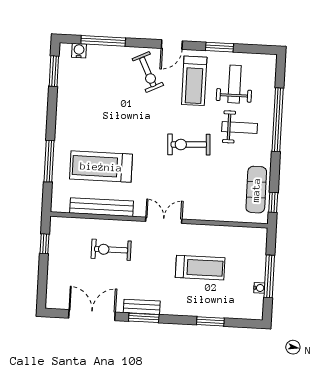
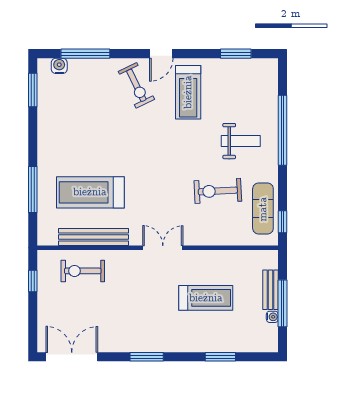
window: (220, 47) -> (236, 54), moved
weight bench: (235, 84) -> (233, 93), removed
exercise bike: (189, 144) -> (218, 191), moved
exercise bike: (111, 250) -> (83, 271), moved
bench: (142, 307) -> (270, 290), moved, turned 90
double door: (92, 315) -> (72, 357), moved

